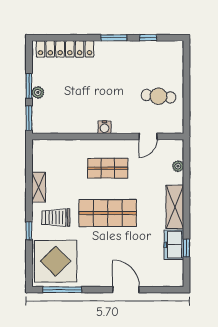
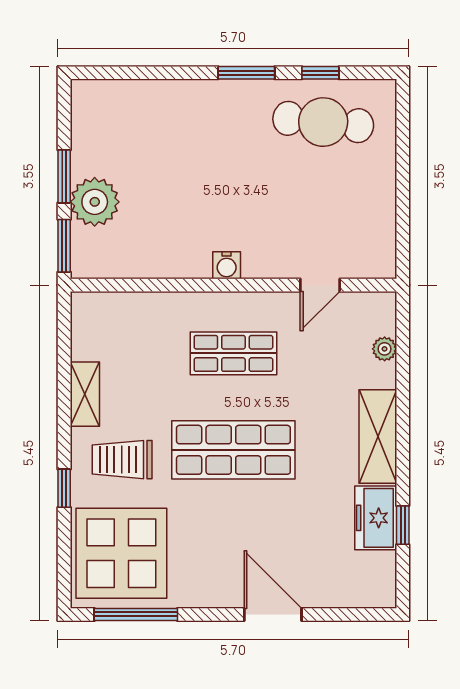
locker: (65, 49) -> (142, 97), removed
plant: (38, 92) -> (95, 202), width x1.88, depth x1.88
cafe table: (158, 96) -> (323, 122), moved, width x1.37, depth x1.35

